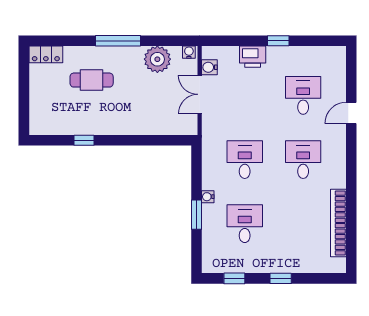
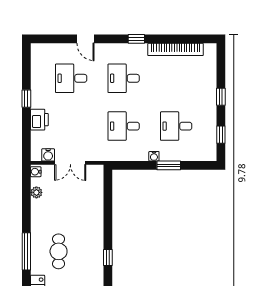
window: (118, 41) -> (26, 251), moved
plant: (157, 59) -> (36, 192), width x0.53, depth x0.53
window: (351, 175) -> (136, 39), added

